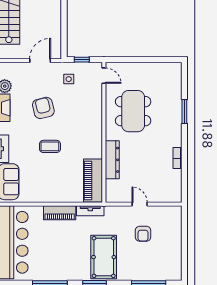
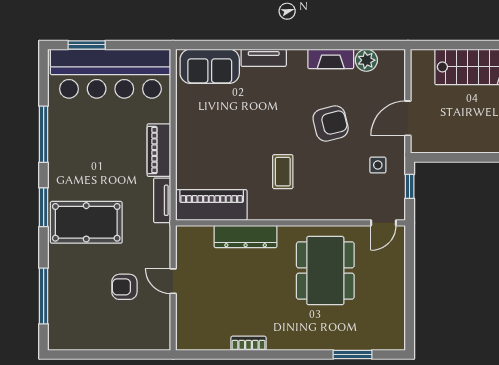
door: (40, 61) -> (408, 118), swing flipped
dining table: (133, 111) -> (325, 271), turned 90
window: (184, 112) -> (353, 354), moved
coffee table: (50, 146) -> (283, 172), moved
door: (140, 204) -> (173, 281), swing flipped

